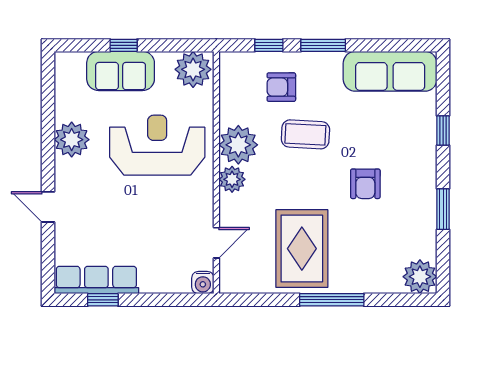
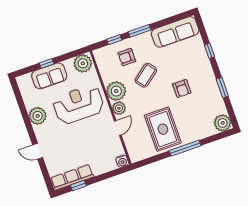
coffee table: (305, 134) -> (146, 75), turned -41
door: (216, 243) -> (118, 128), moved

